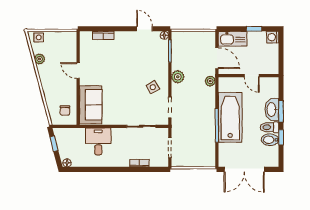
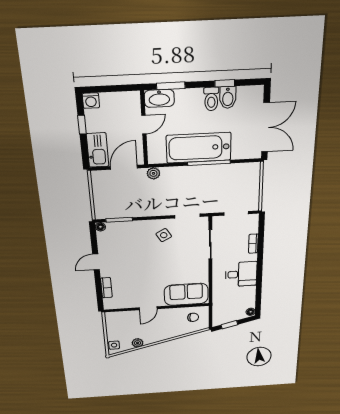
door: (145, 29) -> (96, 262), moved
plant: (178, 77) -> (150, 210), removed
washbasin: (272, 110) -> (159, 98), moved
window: (281, 111) -> (171, 86), moved
desk: (98, 141) -> (241, 274), moved, turned 180

